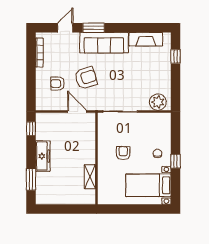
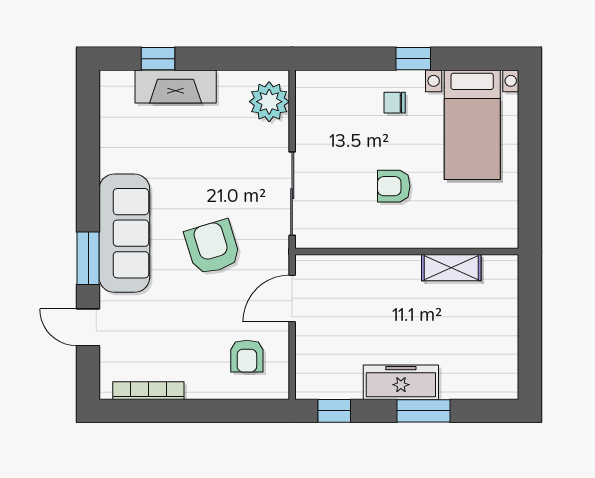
fireplace: (146, 39) -> (176, 86), moved, turned 90
armchair: (86, 78) -> (212, 247), moved
armchair: (58, 84) -> (247, 356), moved
window: (31, 179) -> (424, 411), moved

